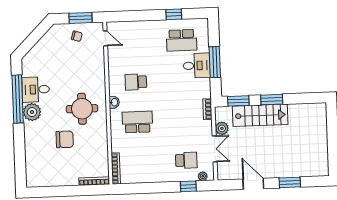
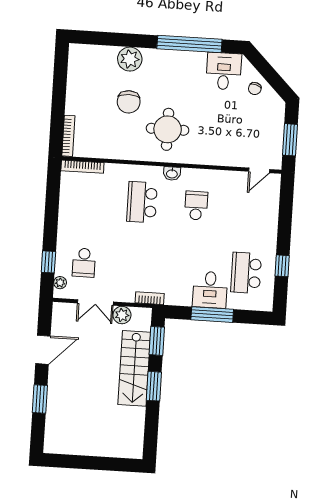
chair: (77, 36) -> (255, 89), moved
desk: (36, 89) -> (224, 71), moved
plant: (32, 112) -> (130, 59), moved
school desk: (137, 122) -> (142, 202), turned 180

